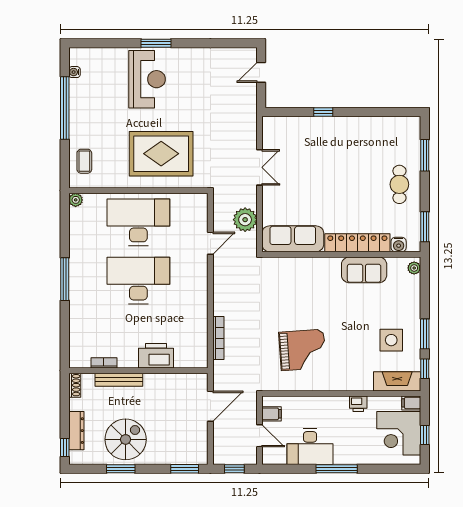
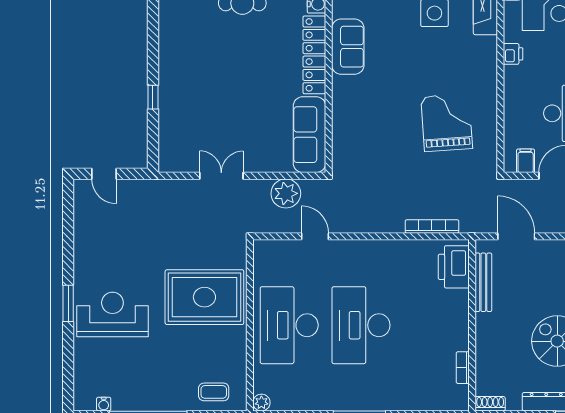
rug: (161, 154) -> (204, 297), turned 90
printer: (156, 356) -> (454, 267), moved
bench: (119, 380) -> (483, 282), moved

